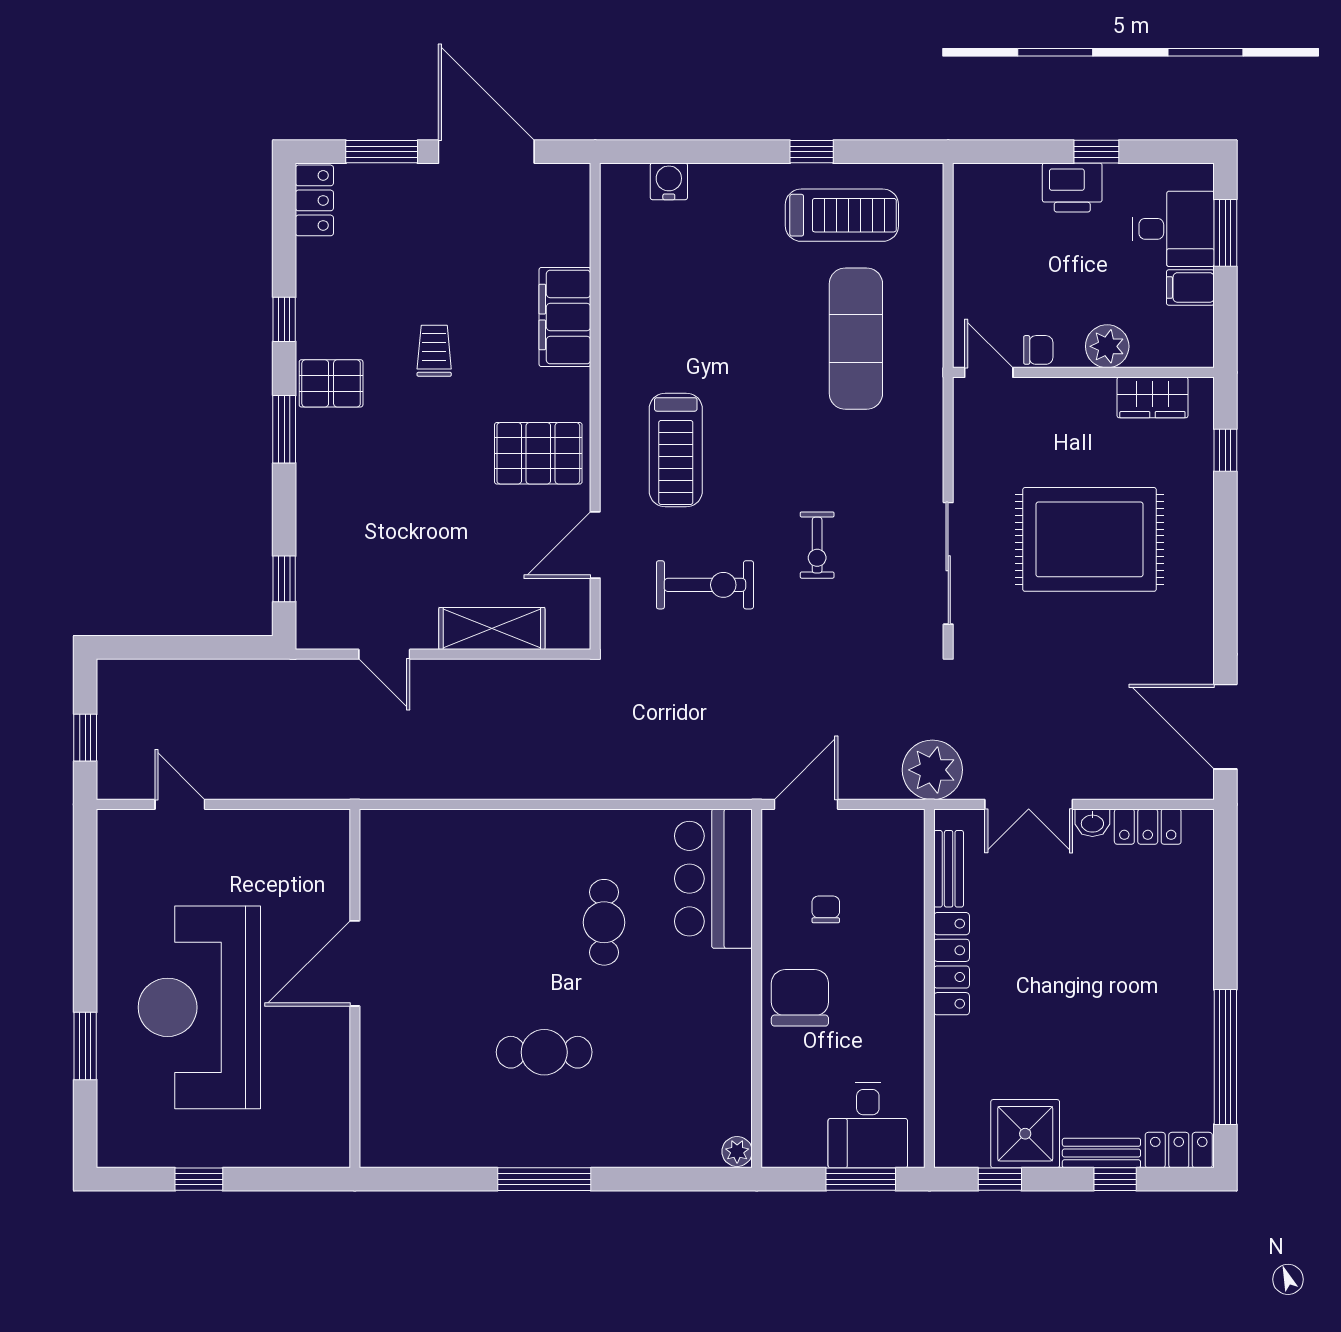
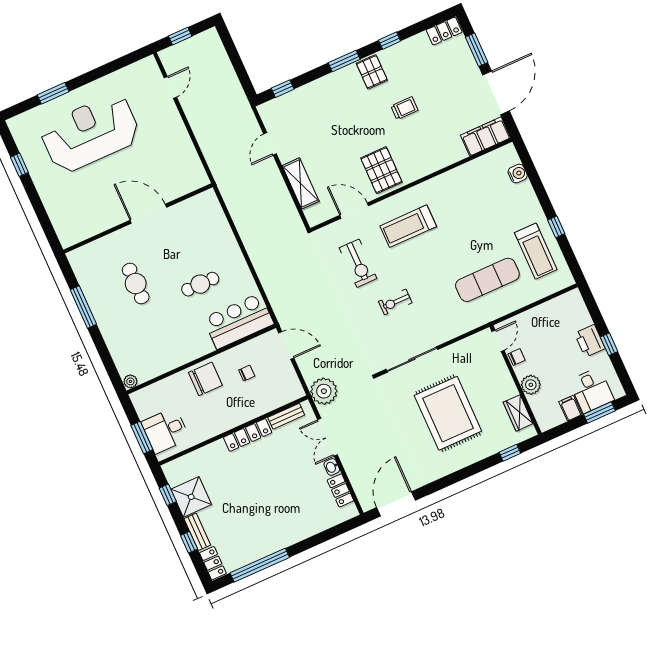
filing cabinet: (565, 317) -> (486, 137), moved
chair: (1038, 350) -> (517, 357), turned -90
door: (355, 963) -> (148, 214), moved
wall: (355, 988) -> (138, 218), moved

